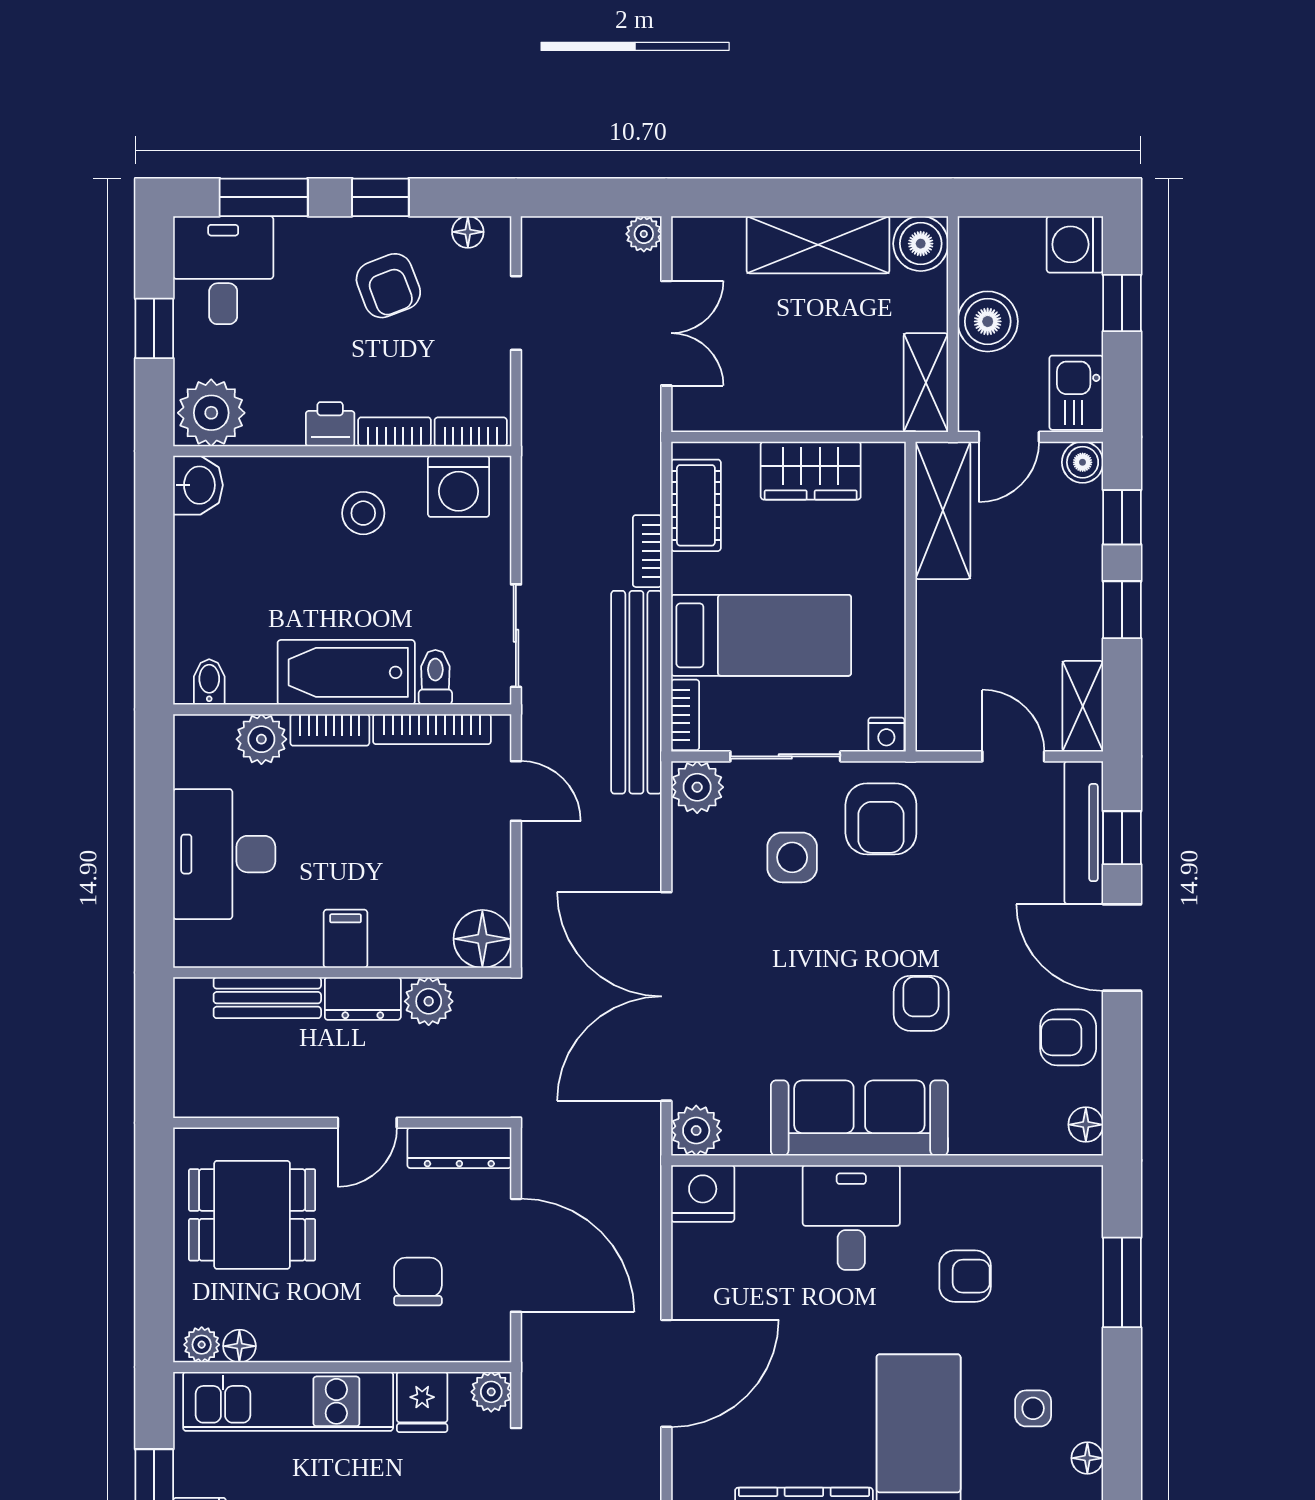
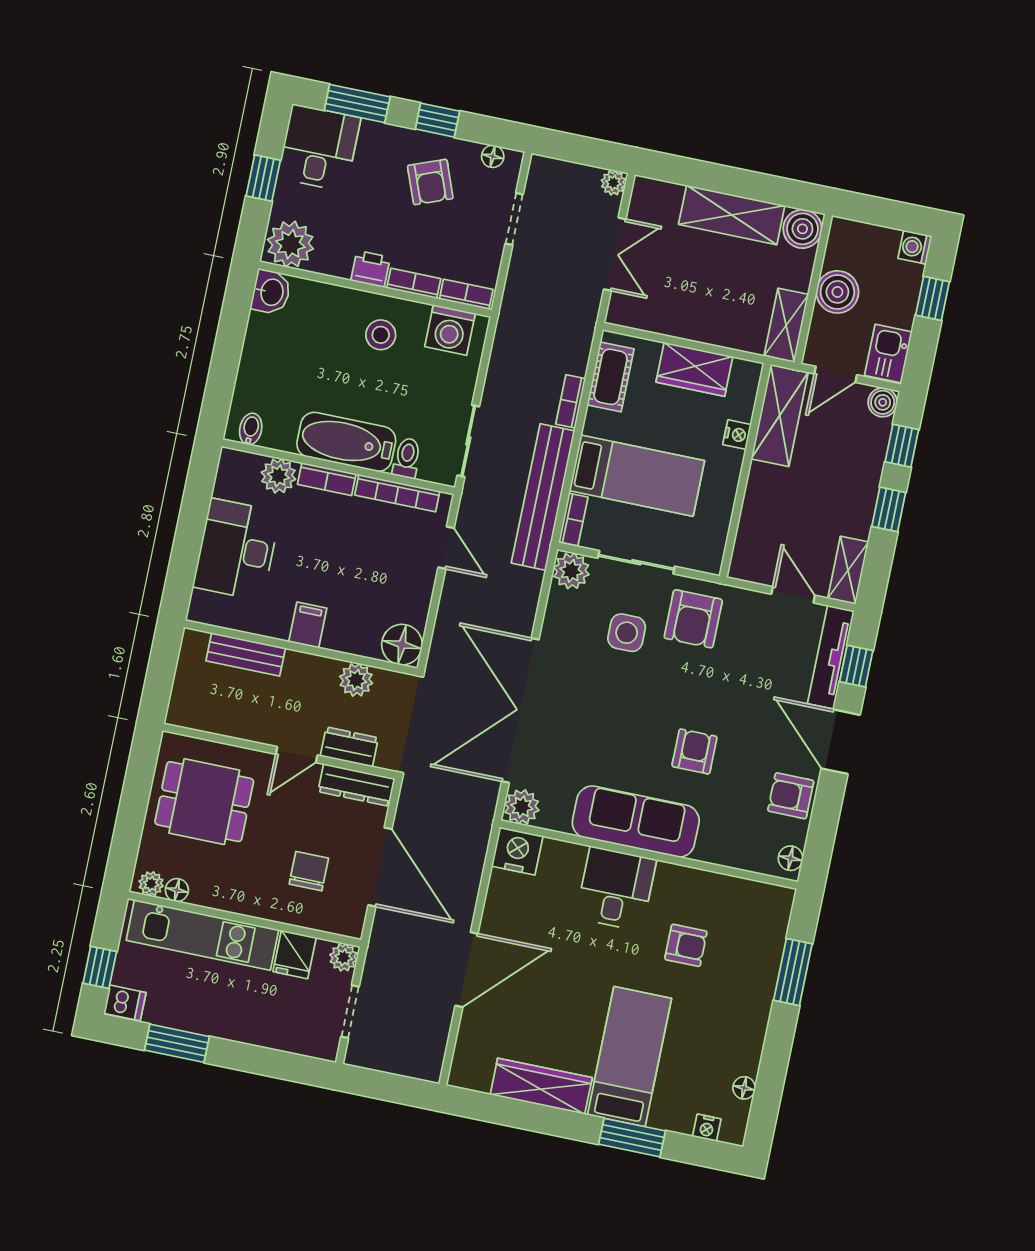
washing machine: (1075, 244) -> (915, 247), width x0.73, depth x0.73
nightstand: (886, 735) -> (737, 435), moved, turned -90
dresser: (363, 999) -> (349, 747), moved, turned 180
side table: (1033, 1408) -> (714, 1046), removed

